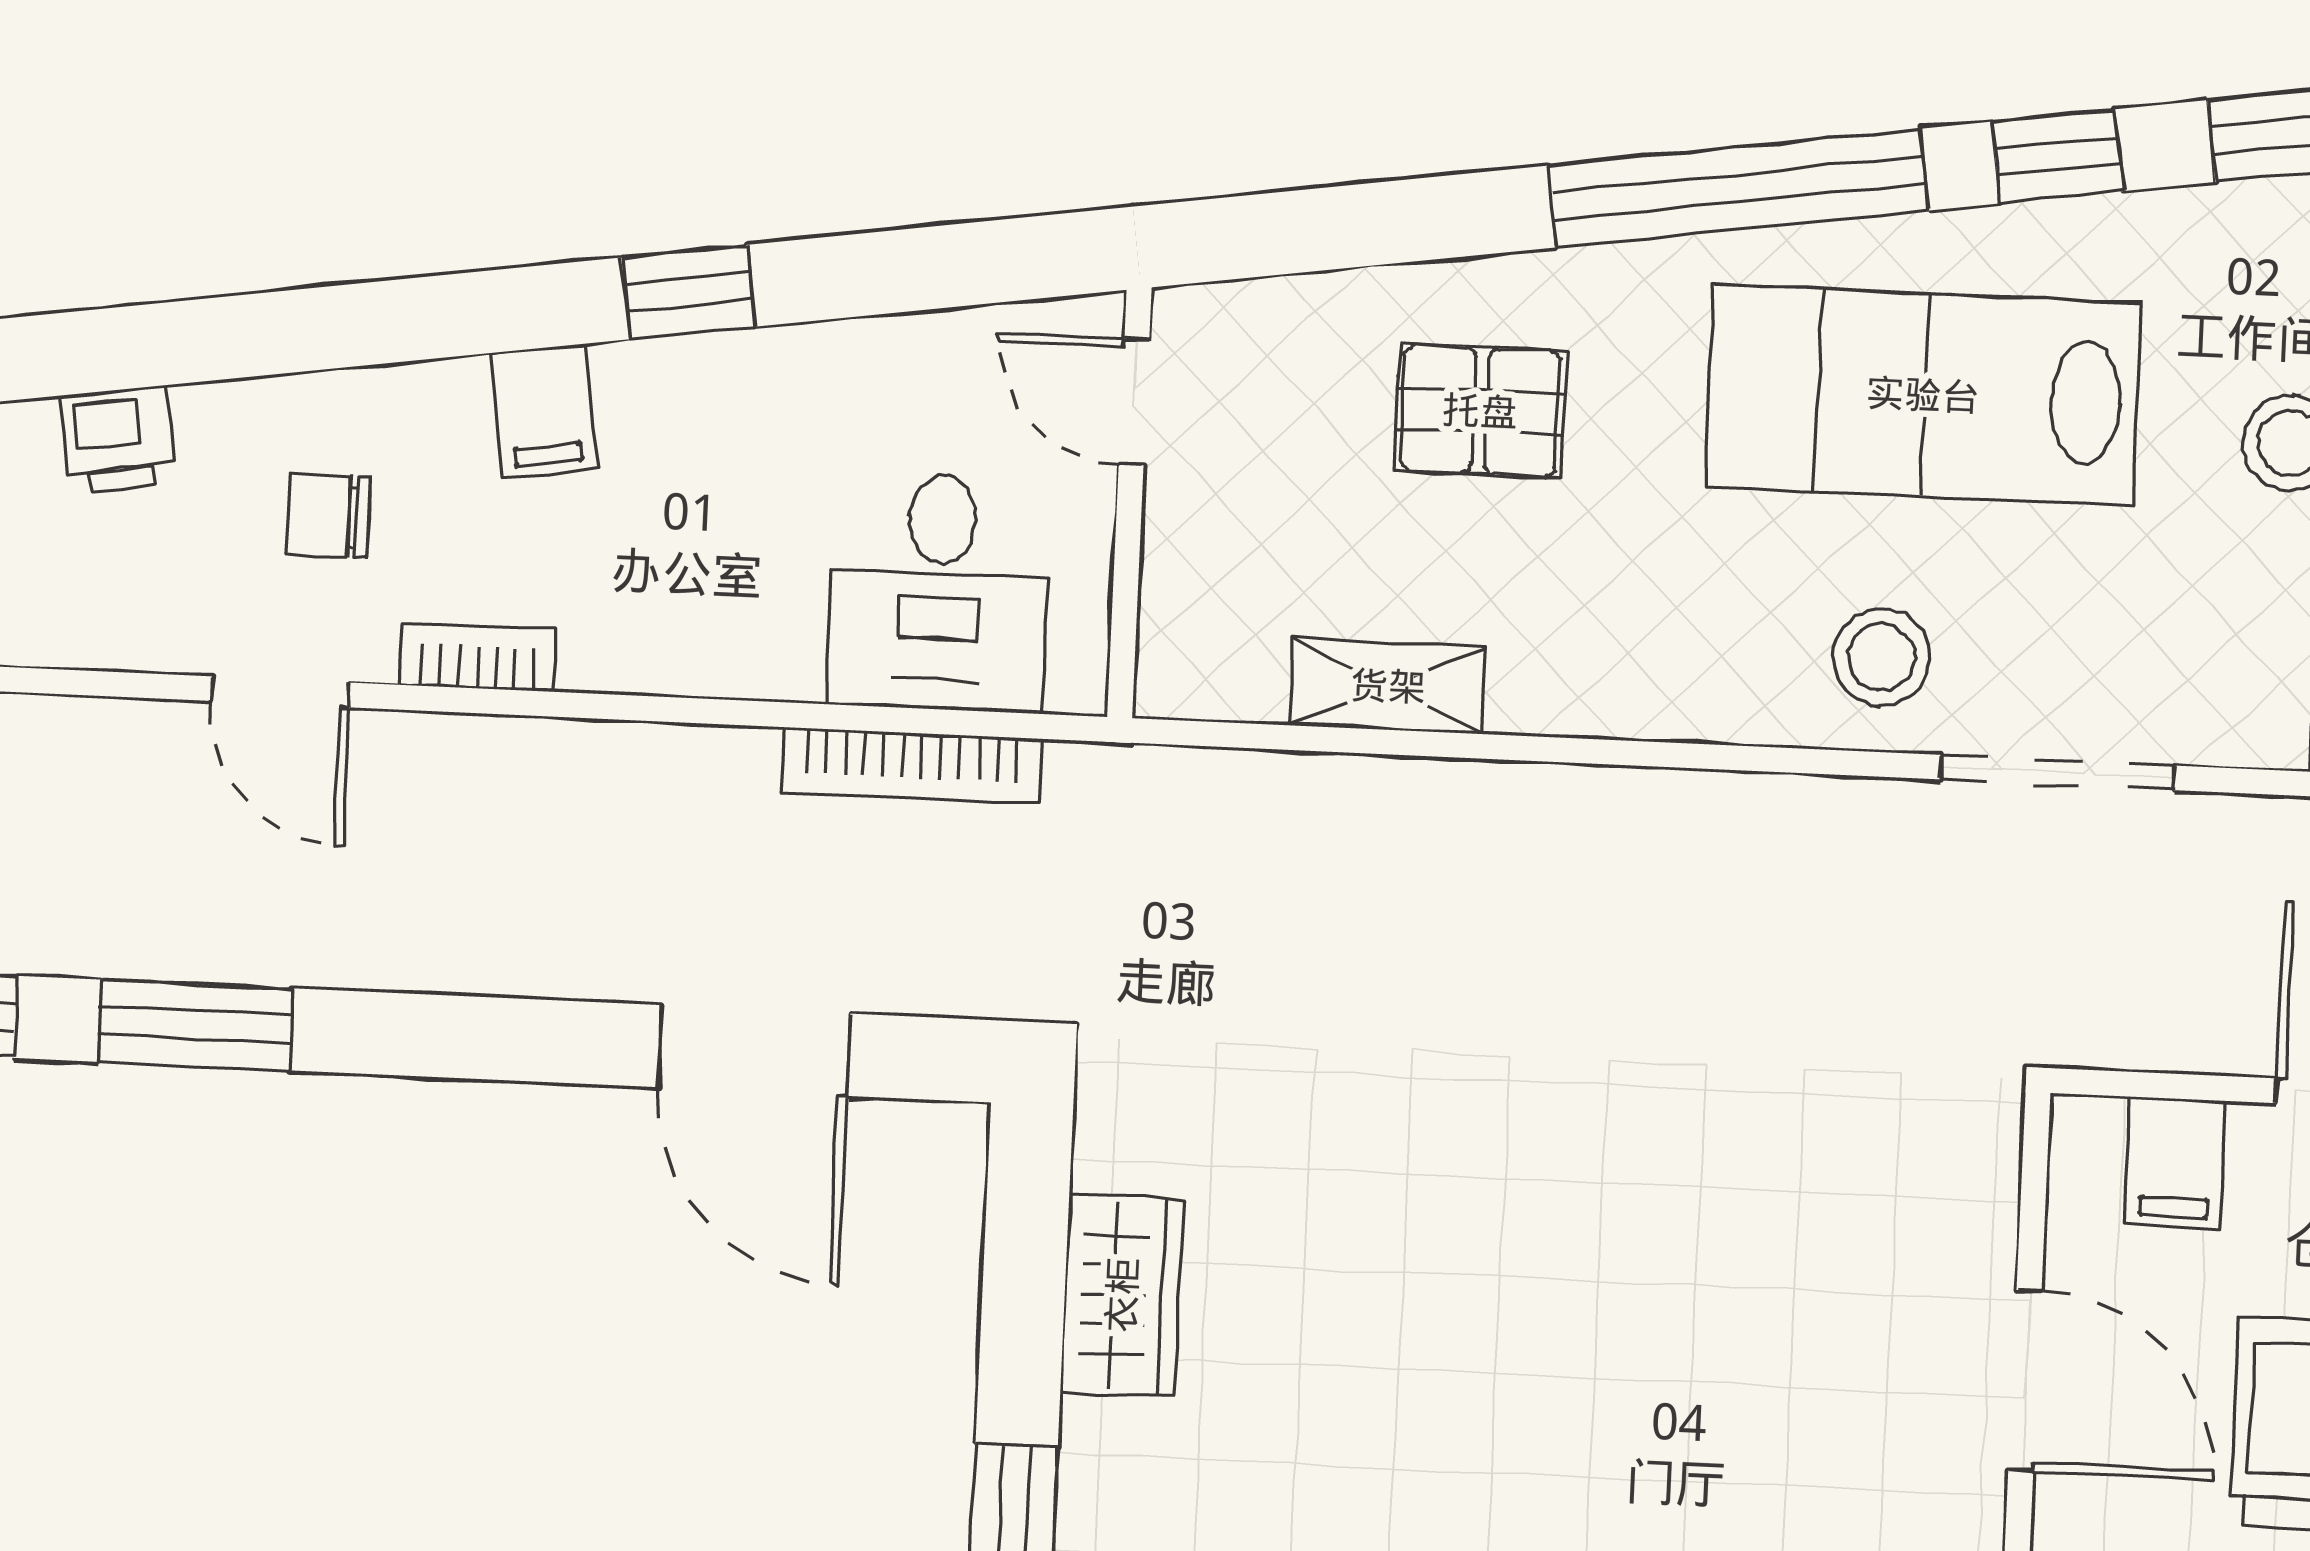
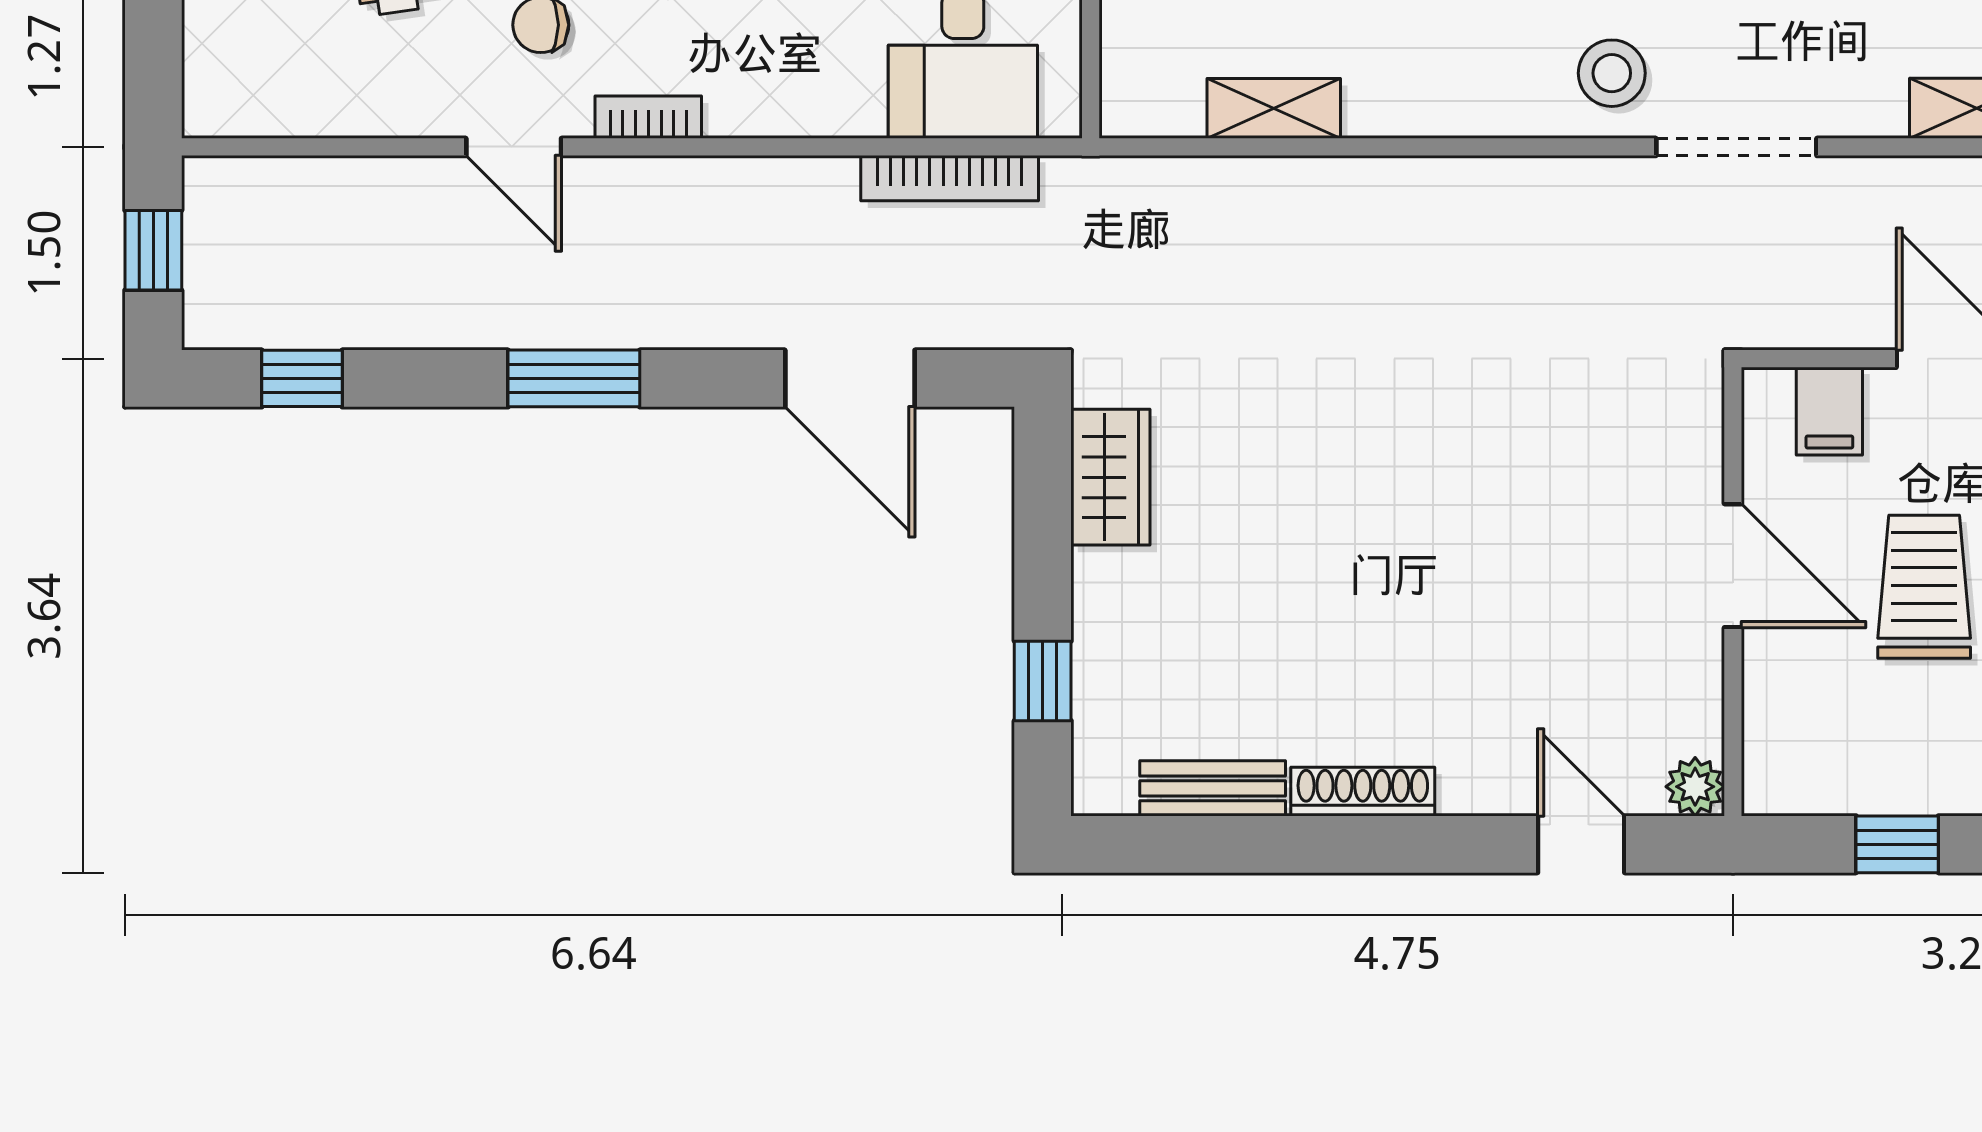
window: (196, 1025) -> (574, 378), moved
wardrobe: (1122, 1295) -> (1110, 477), moved

